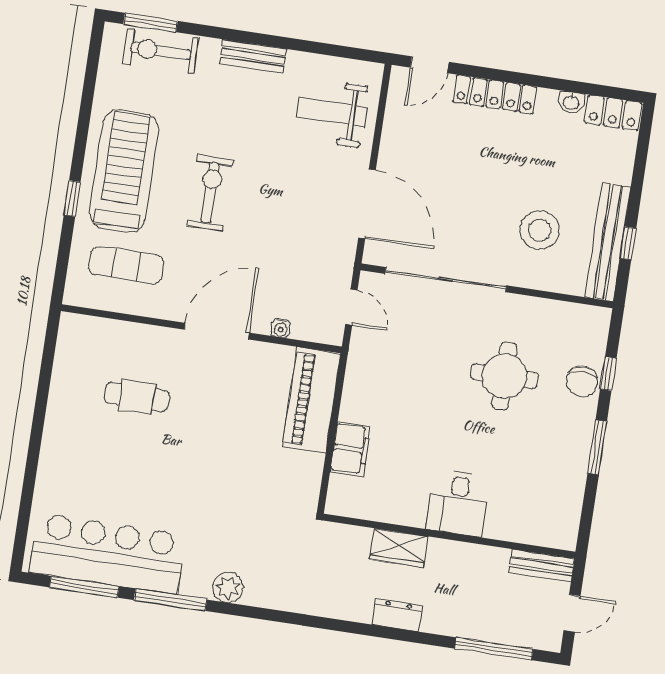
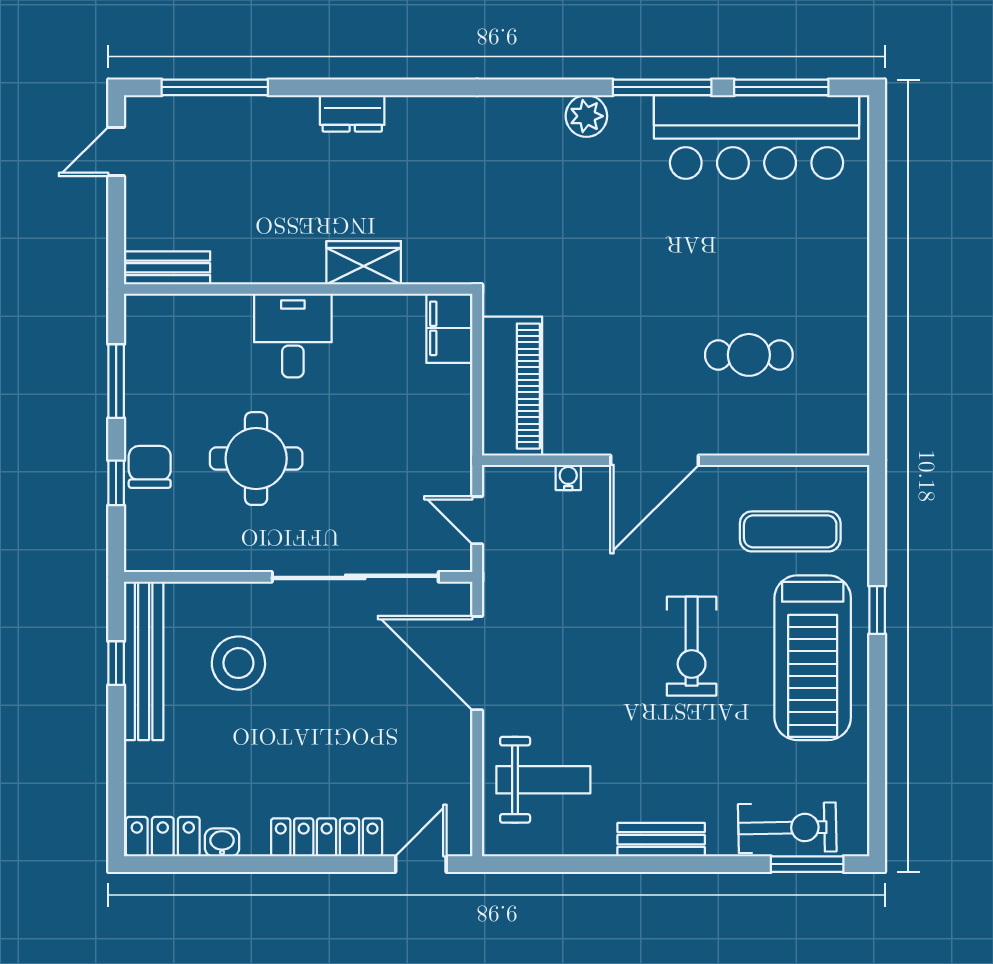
desk: (458, 503) -> (293, 336), moved
wall: (449, 536) -> (298, 289), moved
wardrobe: (399, 548) -> (364, 263), moved
bench: (542, 566) -> (167, 268), moved

